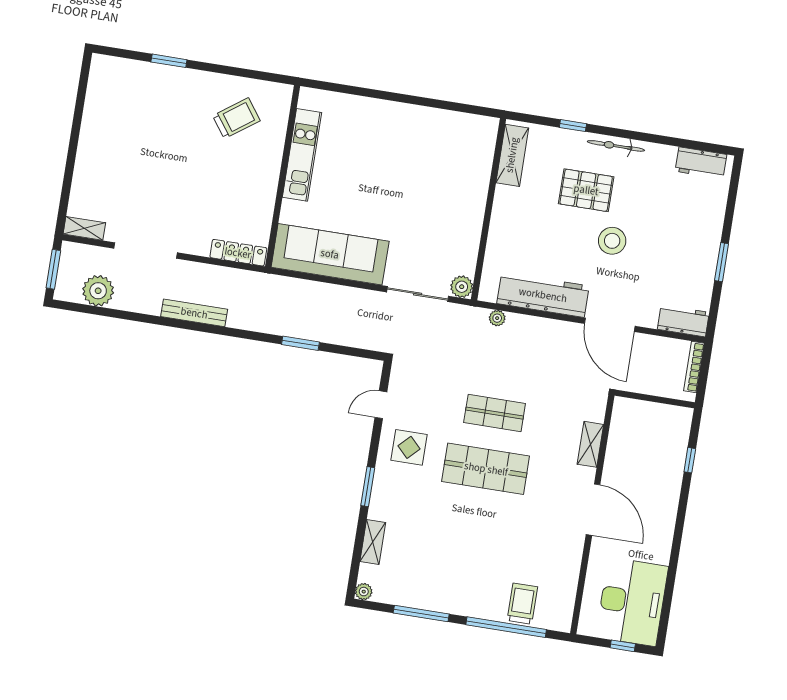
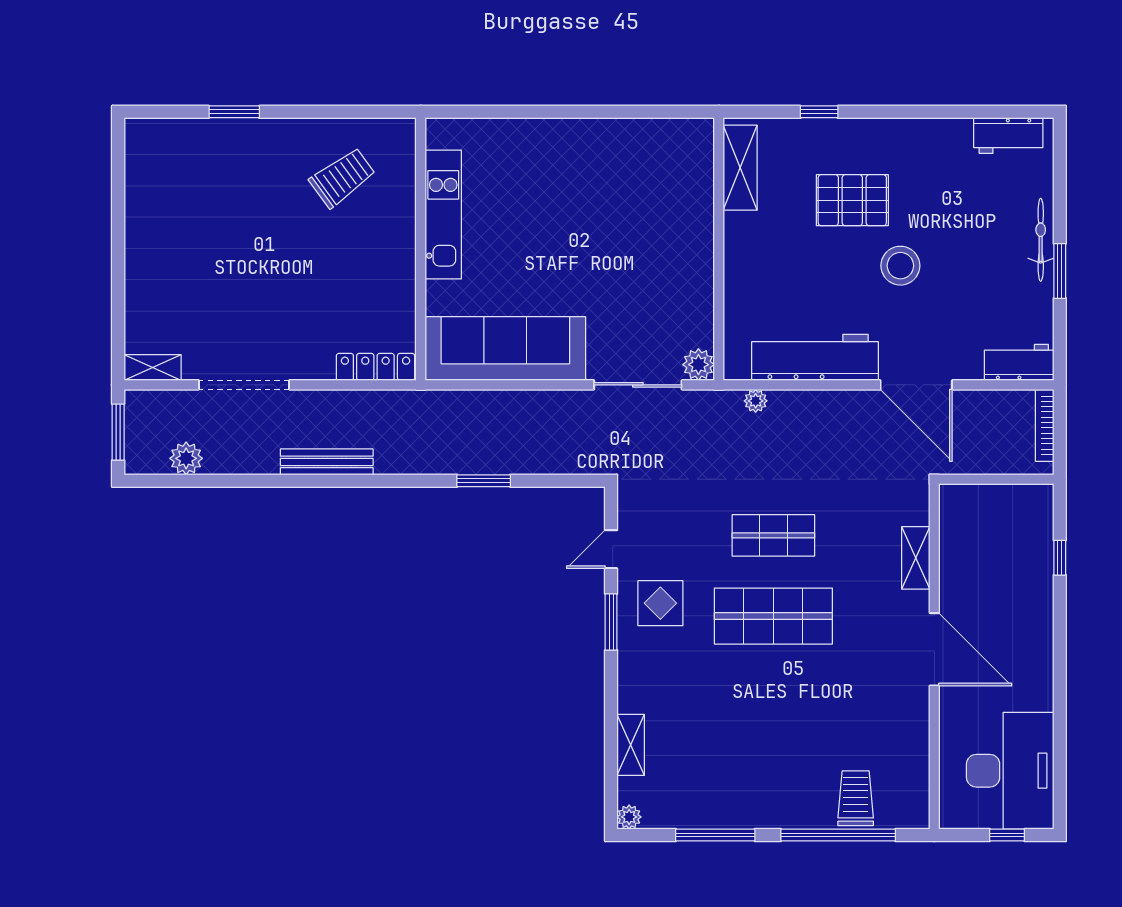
bicycle: (616, 146) -> (1041, 240), moved, turned 90
plant: (98, 291) -> (186, 458), width x0.73, depth x0.73
window: (368, 487) -> (611, 622), moved

